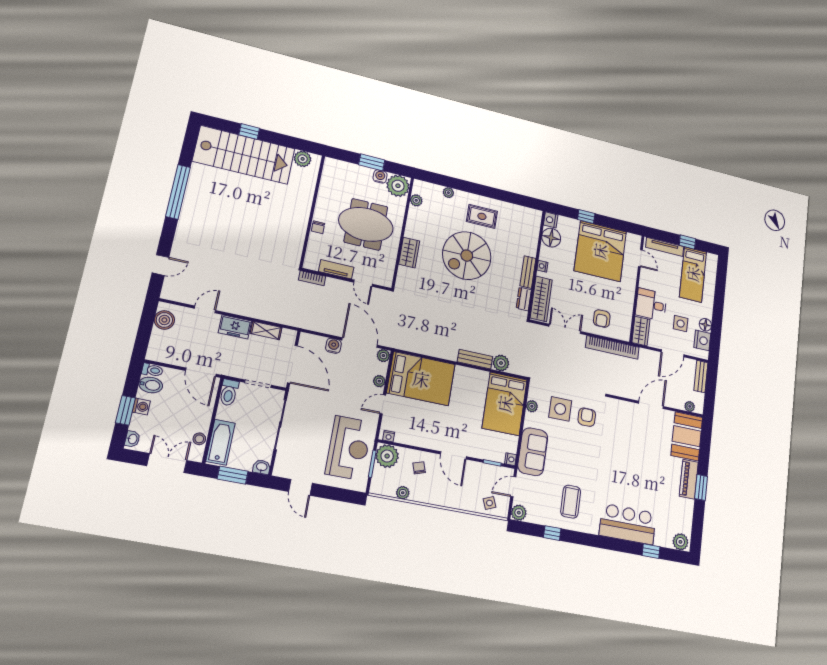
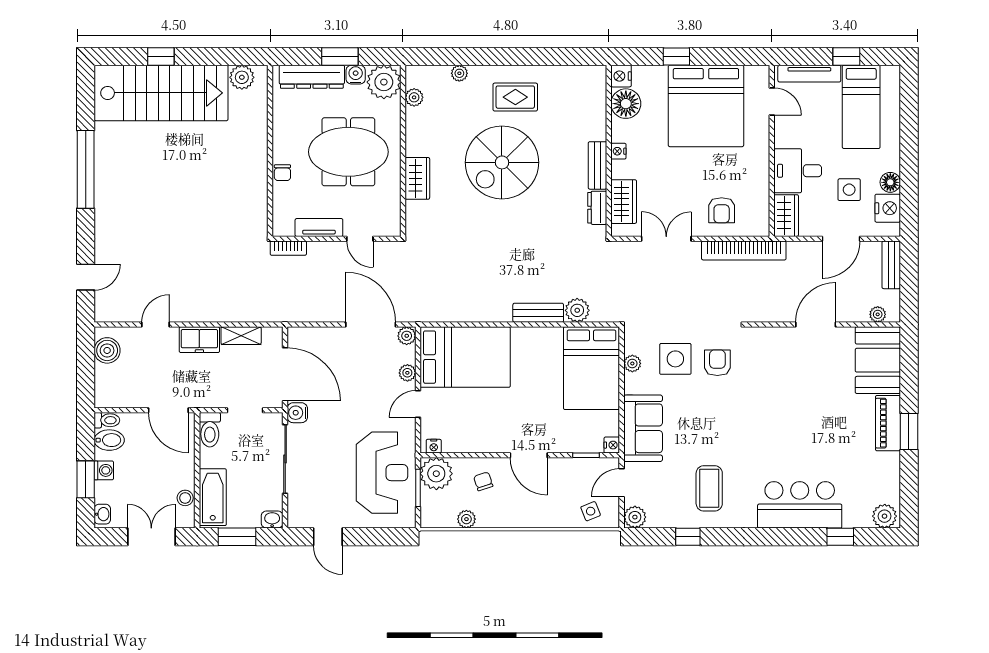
dresser: (350, 170) -> (312, 77), added
wardrobe: (541, 299) -> (624, 202), width x0.67
water cooler: (333, 346) -> (297, 413), moved, turned -90

